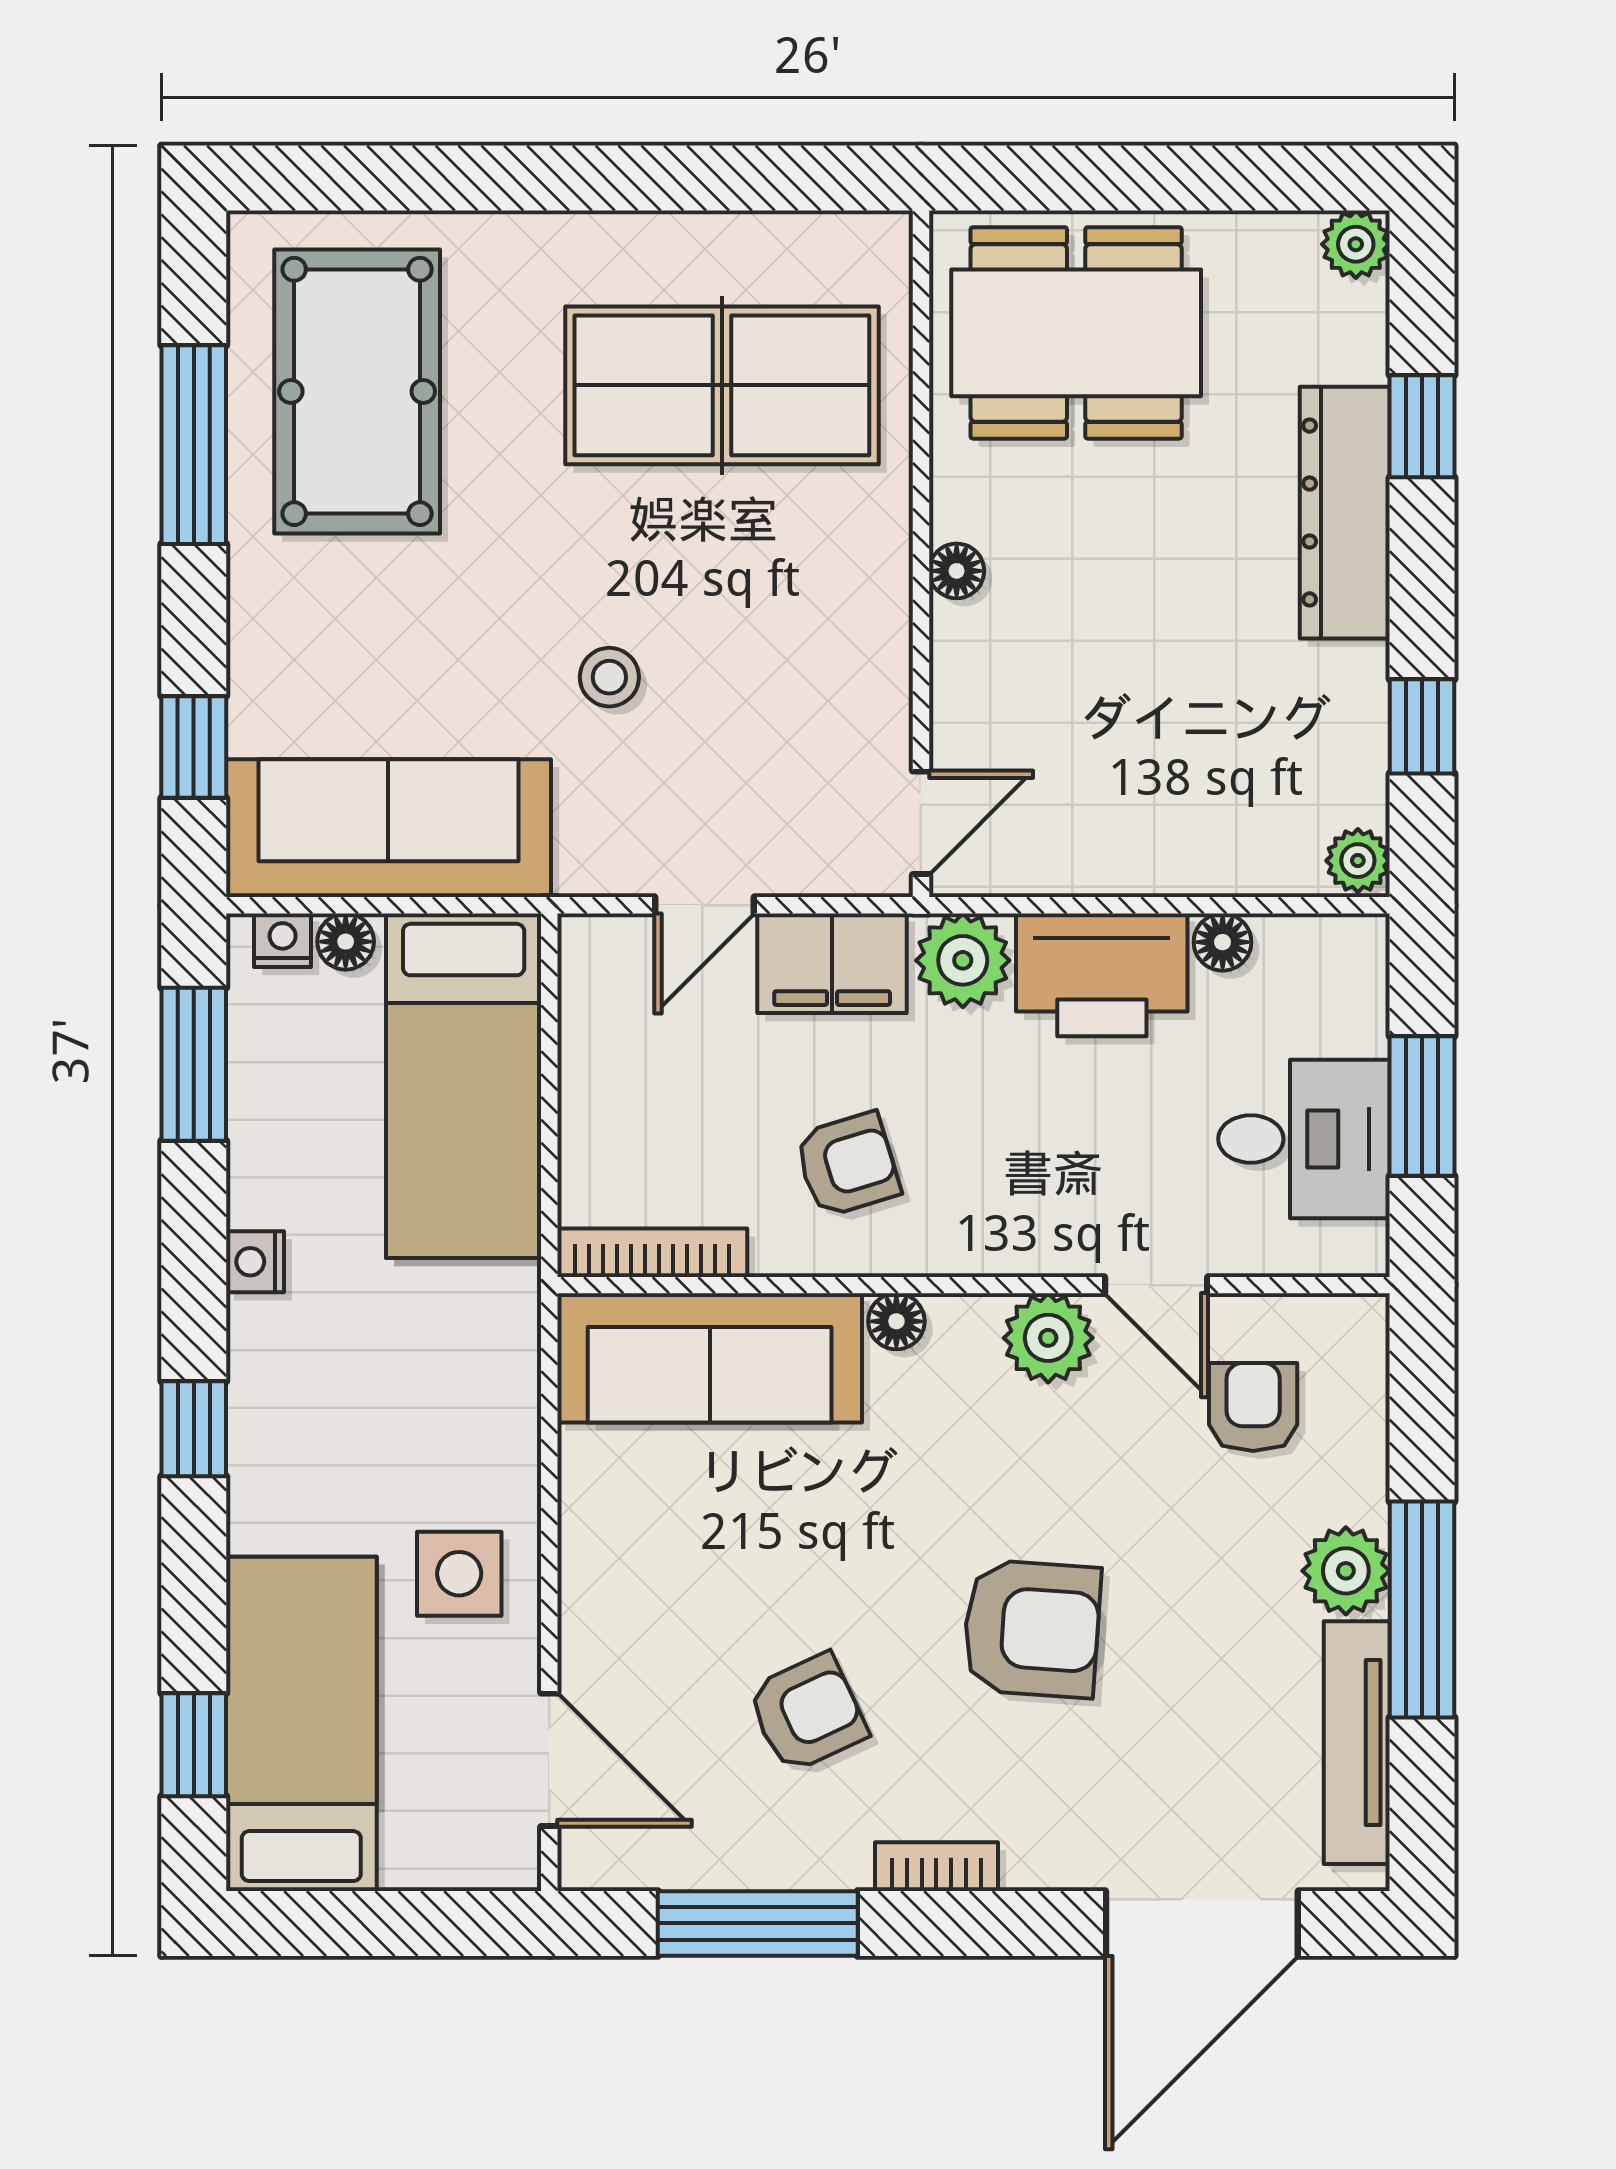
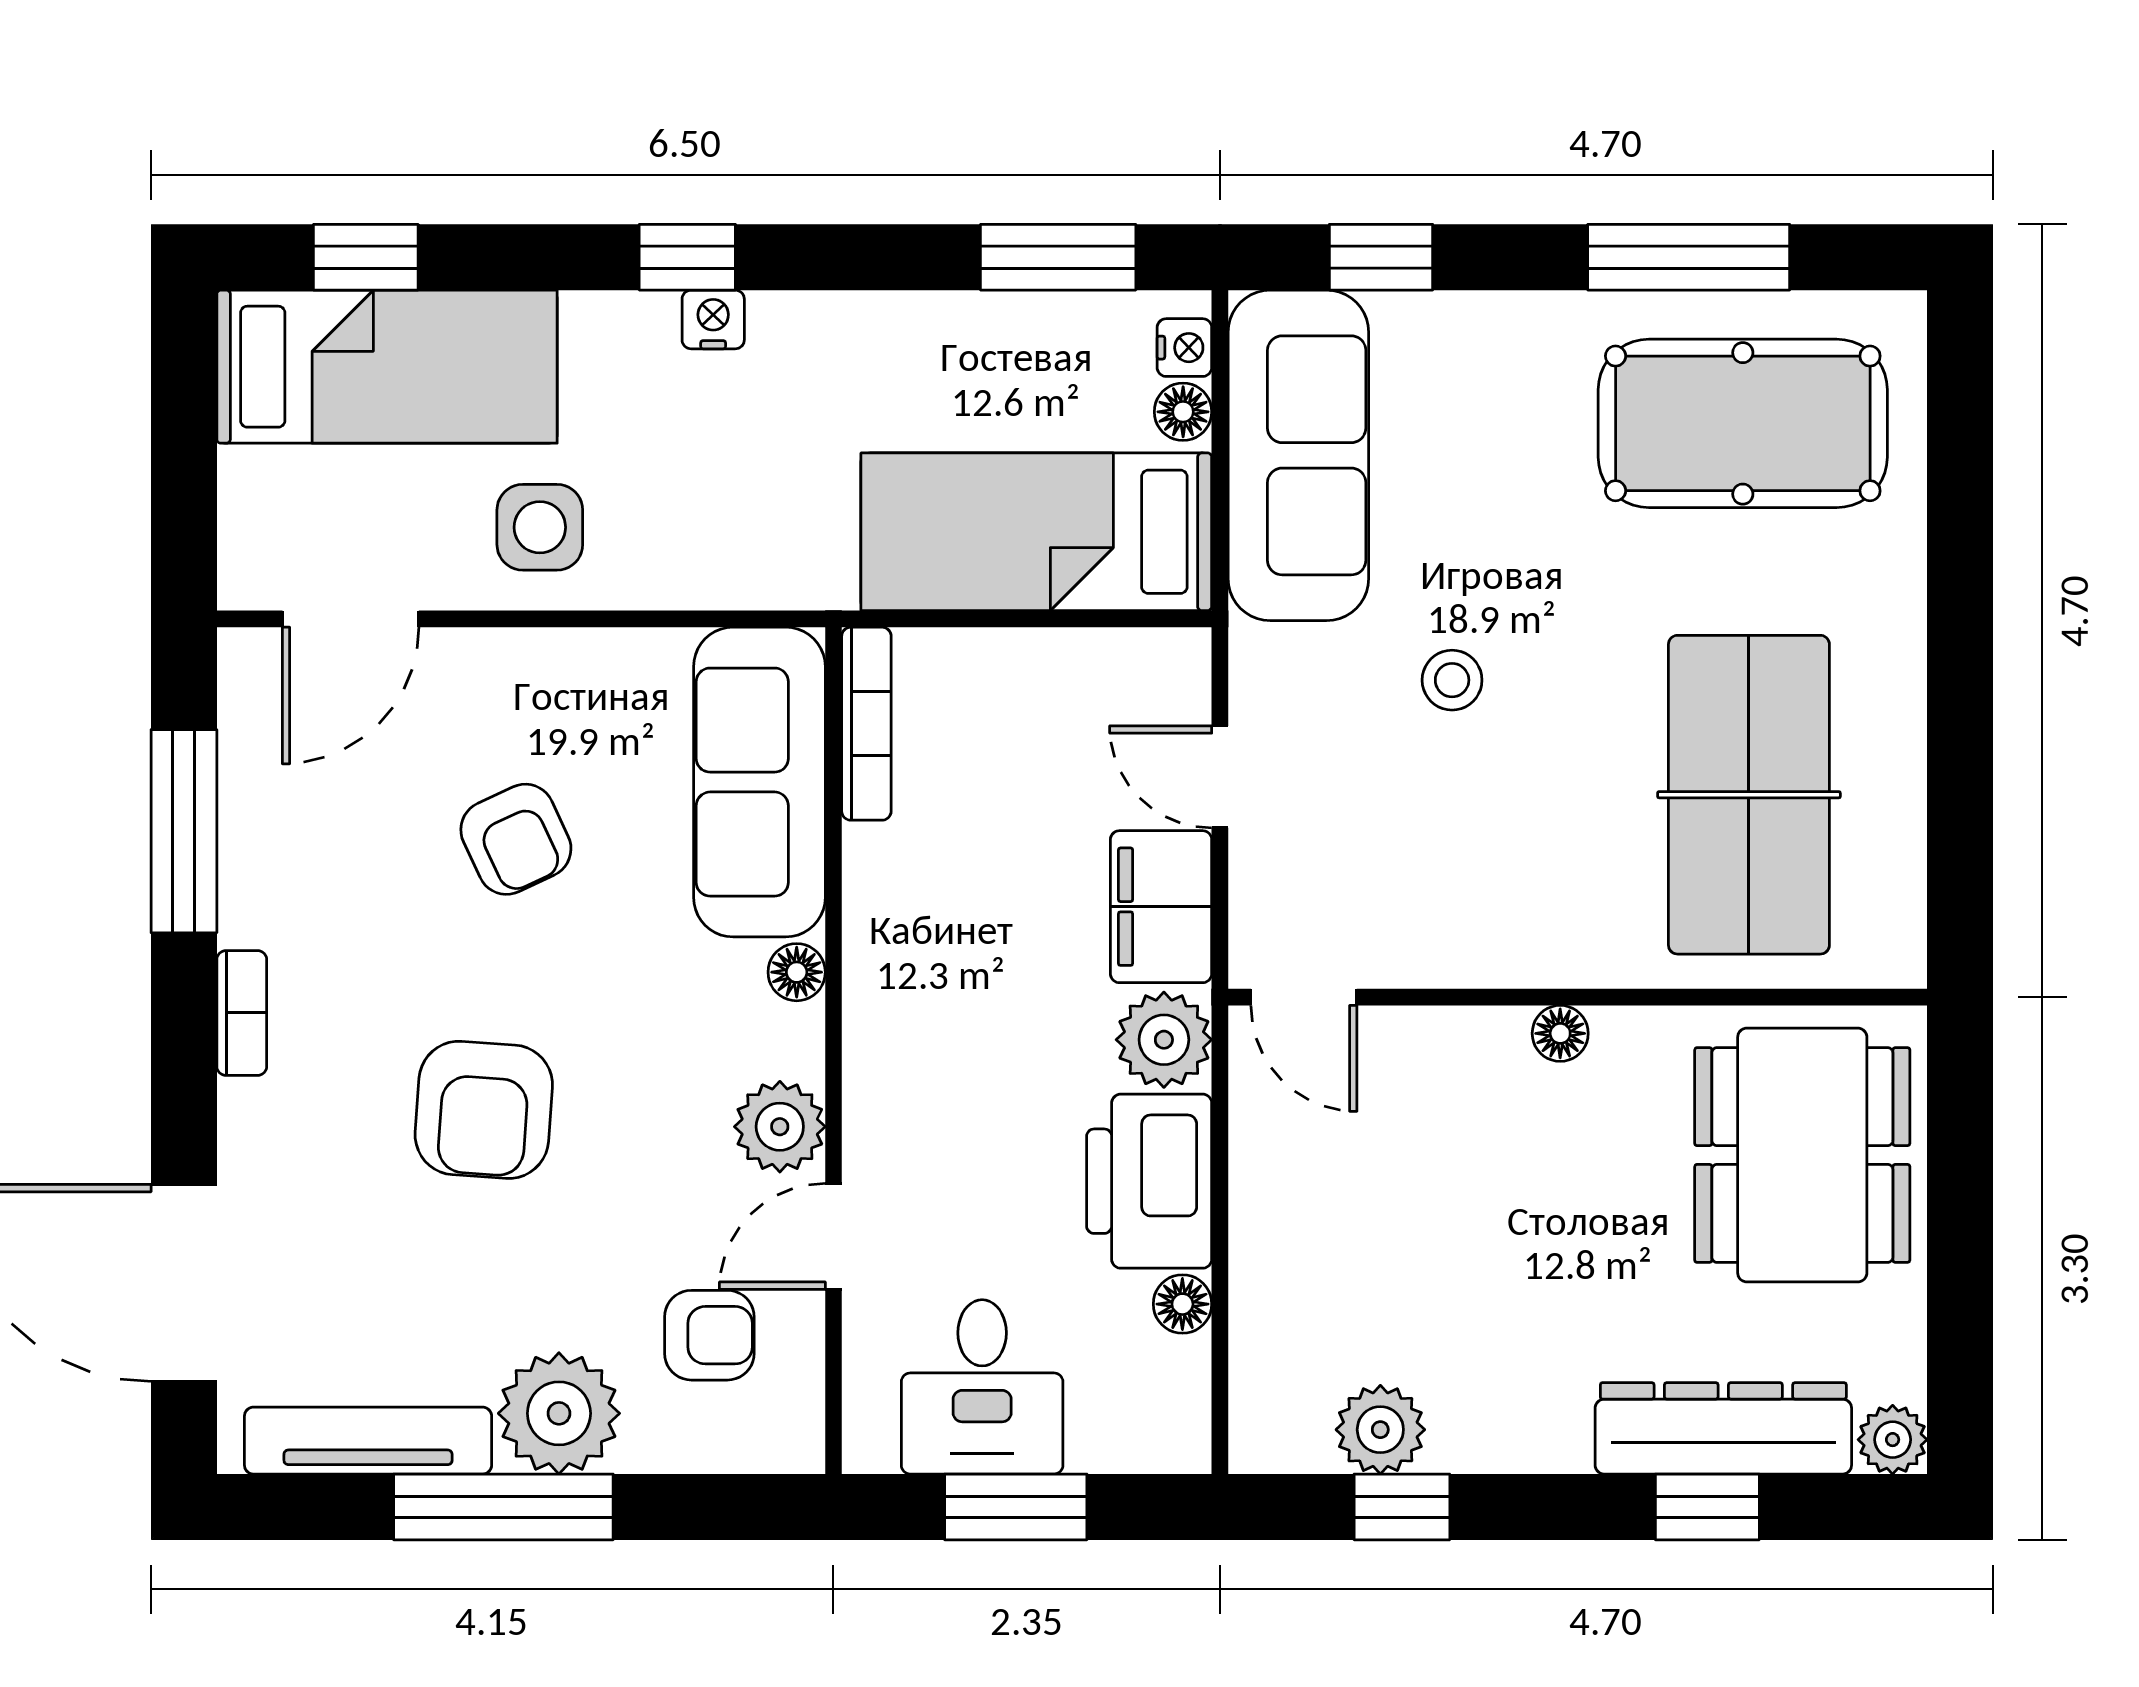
dresser: (1345, 513) -> (1723, 1428), moved
plant: (1358, 861) -> (1380, 1430), moved, width x1.38, depth x1.38
armchair: (847, 1165) -> (956, 922), removed
nightstand: (255, 1262) -> (713, 319), moved
plant: (1346, 1571) -> (559, 1413), width x1.36, depth x1.36
armchair: (807, 1713) -> (516, 839), moved

